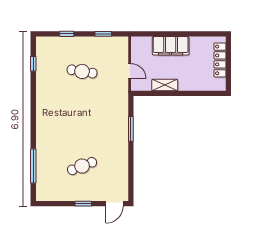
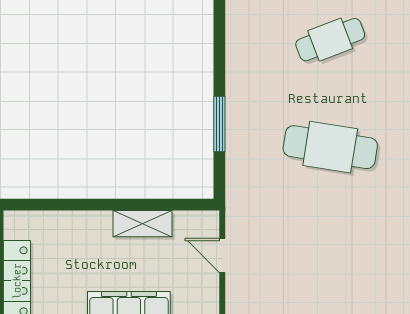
cafe table: (82, 71) -> (330, 147), moved, width x1.37, depth x1.35

